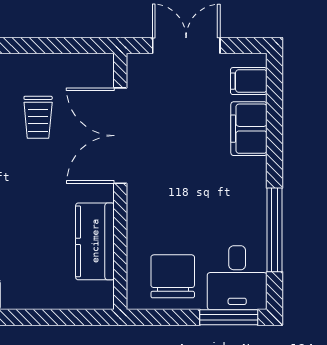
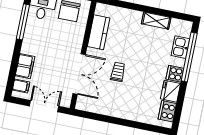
double door: (186, 46) -> (44, 106), swing flipped
trolley: (38, 117) -> (118, 72), moved

